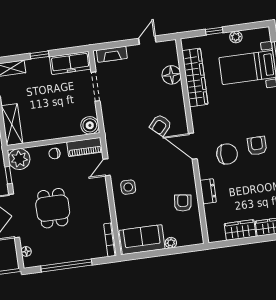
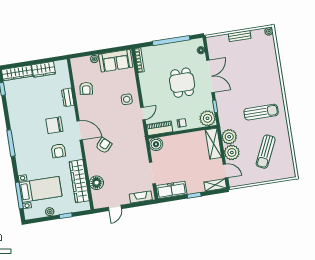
armchair: (257, 146) -> (58, 151), moved

